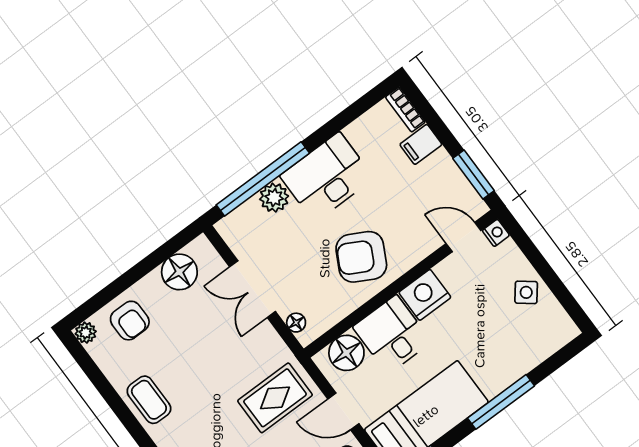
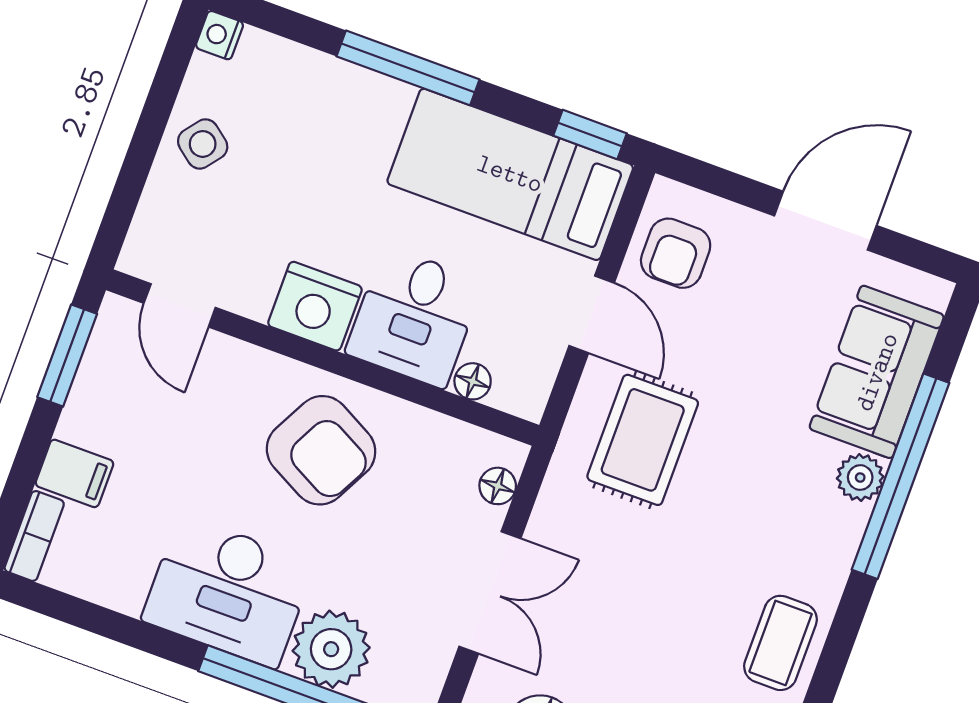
plant: (274, 198) -> (331, 649), width x1.36, depth x1.36
nightstand: (496, 233) -> (219, 35), moved
floor lamp: (346, 353) -> (473, 381), width x0.53, depth x0.53
rug: (275, 398) -> (643, 440), turned 90

